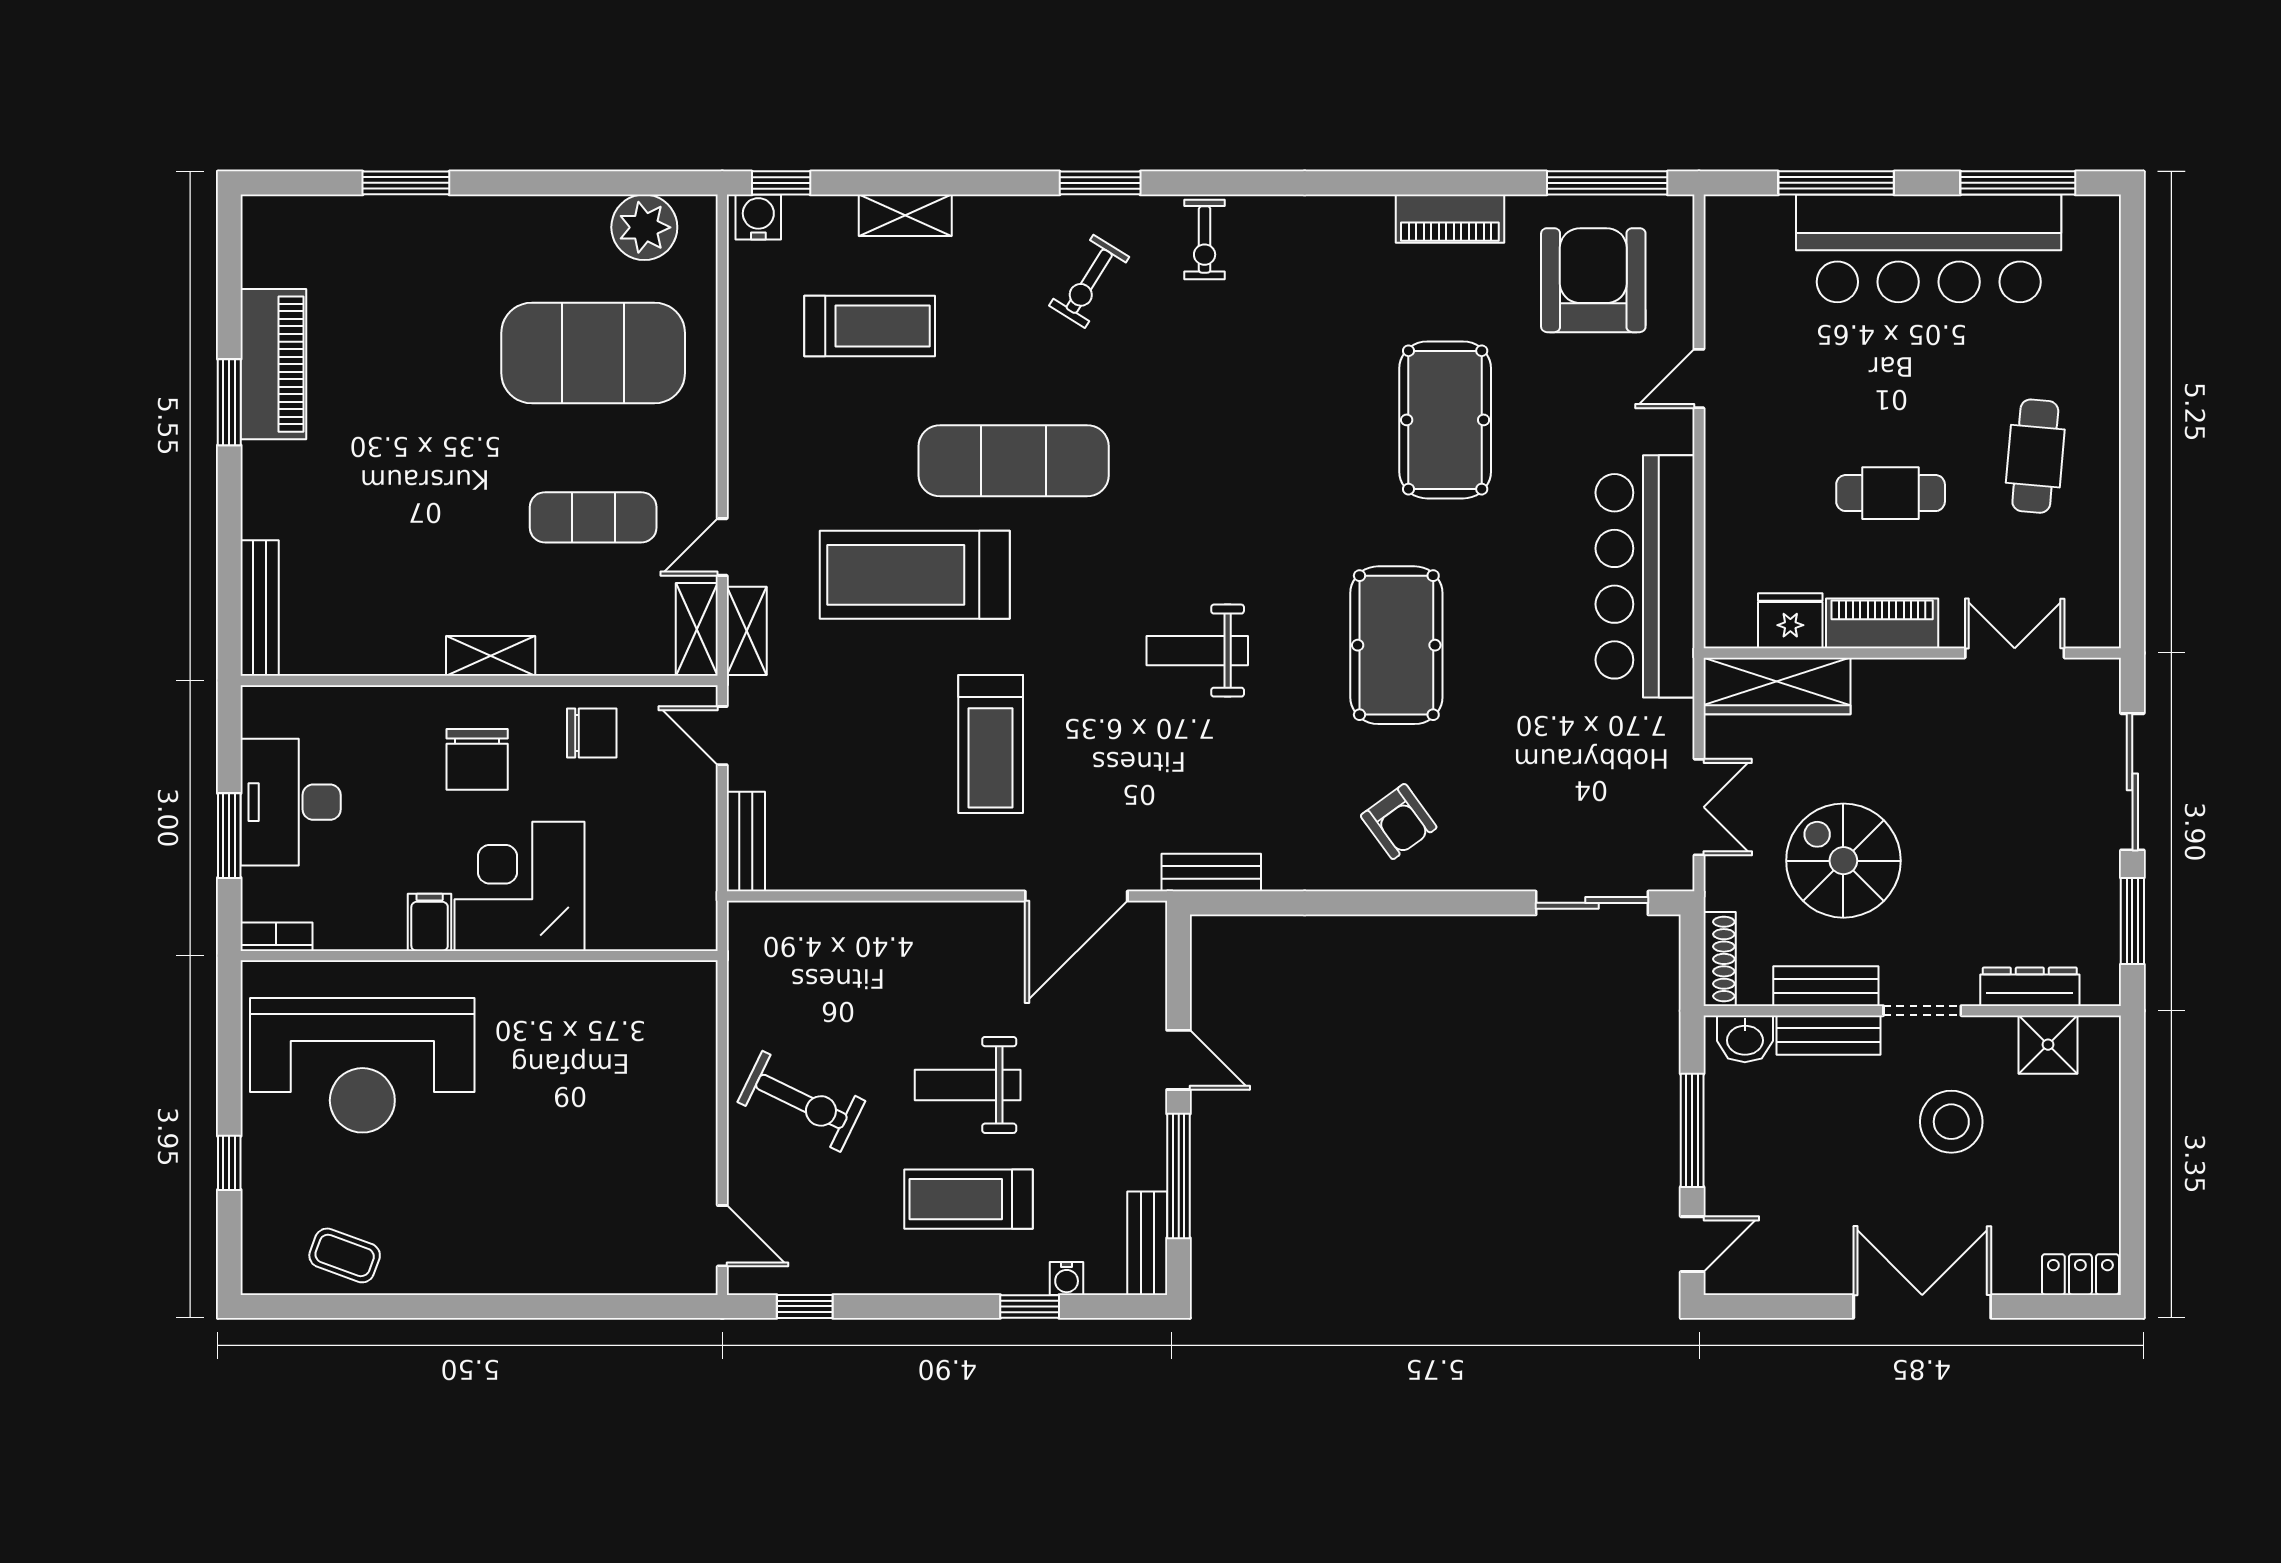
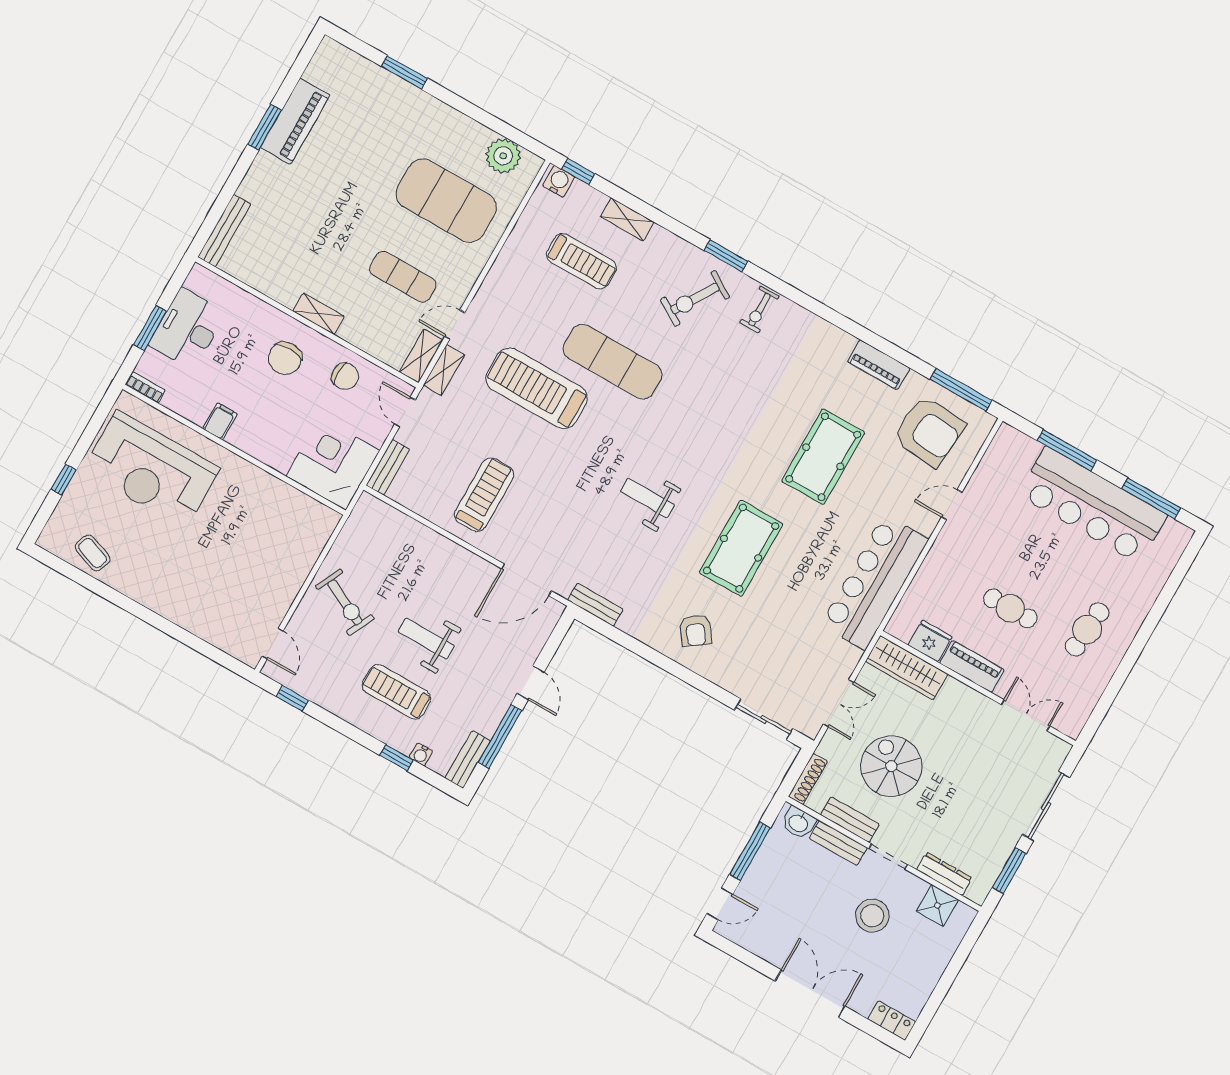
armchair: (1593, 280) -> (929, 431), turned 95
exercise bike: (1089, 281) -> (695, 298), width x1.38, depth x1.39
treadmill: (991, 744) -> (484, 495), moved, turned 180
corner desk: (520, 886) -> (333, 463), moved

